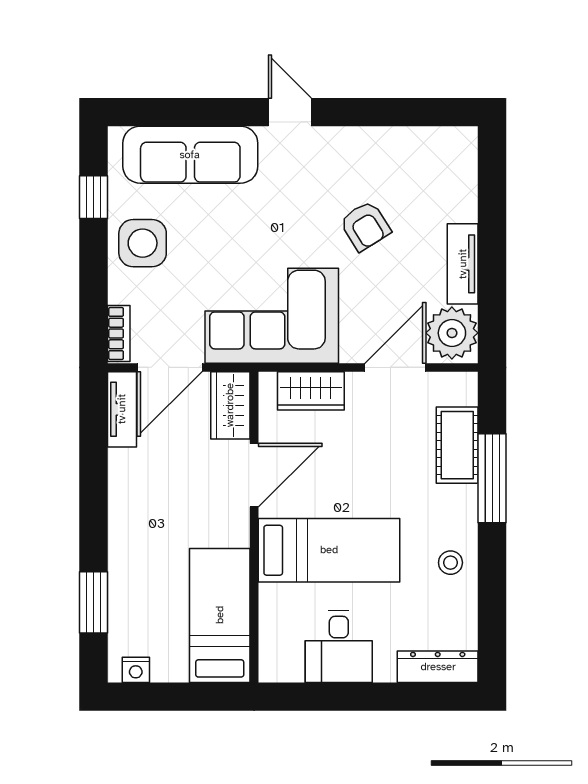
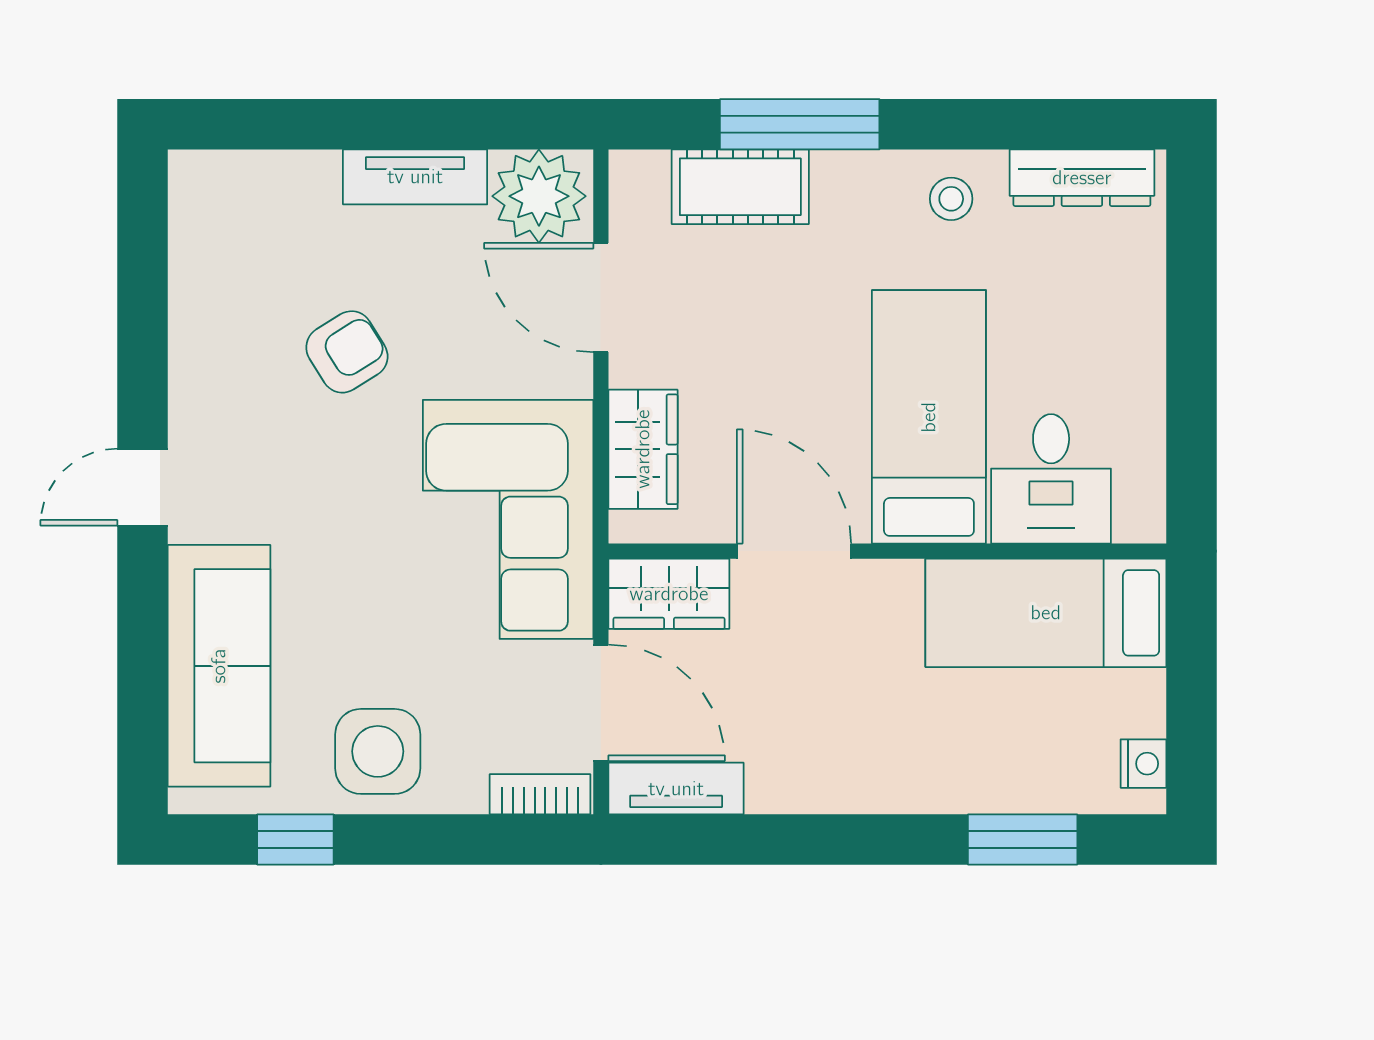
desk: (339, 646) -> (1051, 479), moved, turned 90
dresser: (438, 667) -> (1082, 178), moved, turned -90

